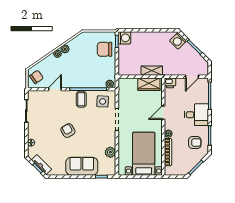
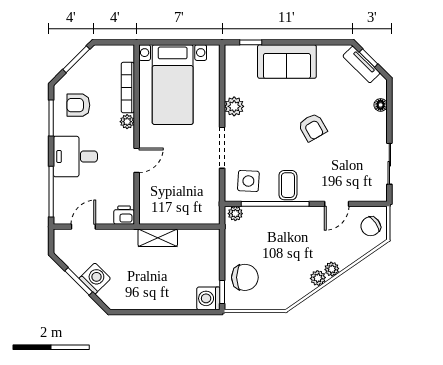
washing machine: (178, 41) -> (95, 278), moved
wardrobe: (149, 84) -> (163, 213), removed
plant: (110, 152) -> (234, 106), moved

